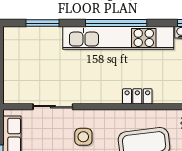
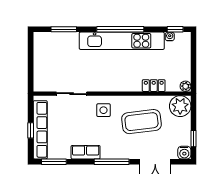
locker: (137, 96) -> (154, 86), moved
side table: (83, 137) -> (104, 110), moved

